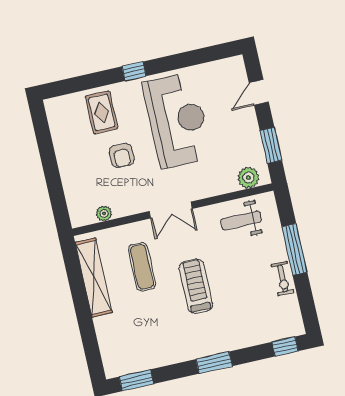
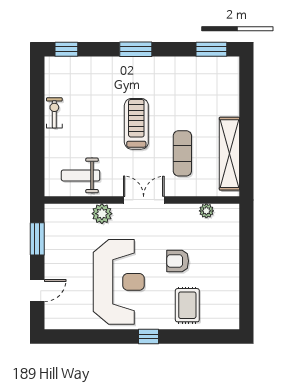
reception desk: (177, 120) -> (119, 282), turned 180
armchair: (122, 155) -> (178, 261), turned -90
plant: (248, 178) -> (102, 214), moved
weight bench: (241, 220) -> (81, 175), turned 180
window: (294, 249) -> (37, 137), removed
treadmill: (196, 286) -> (136, 124), turned 180

